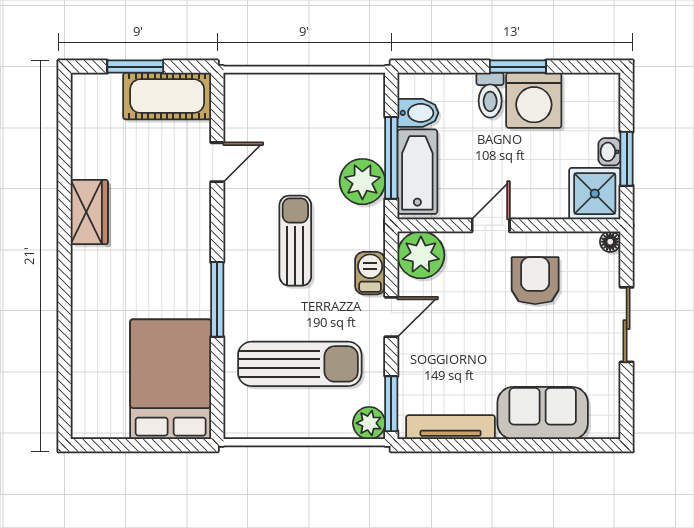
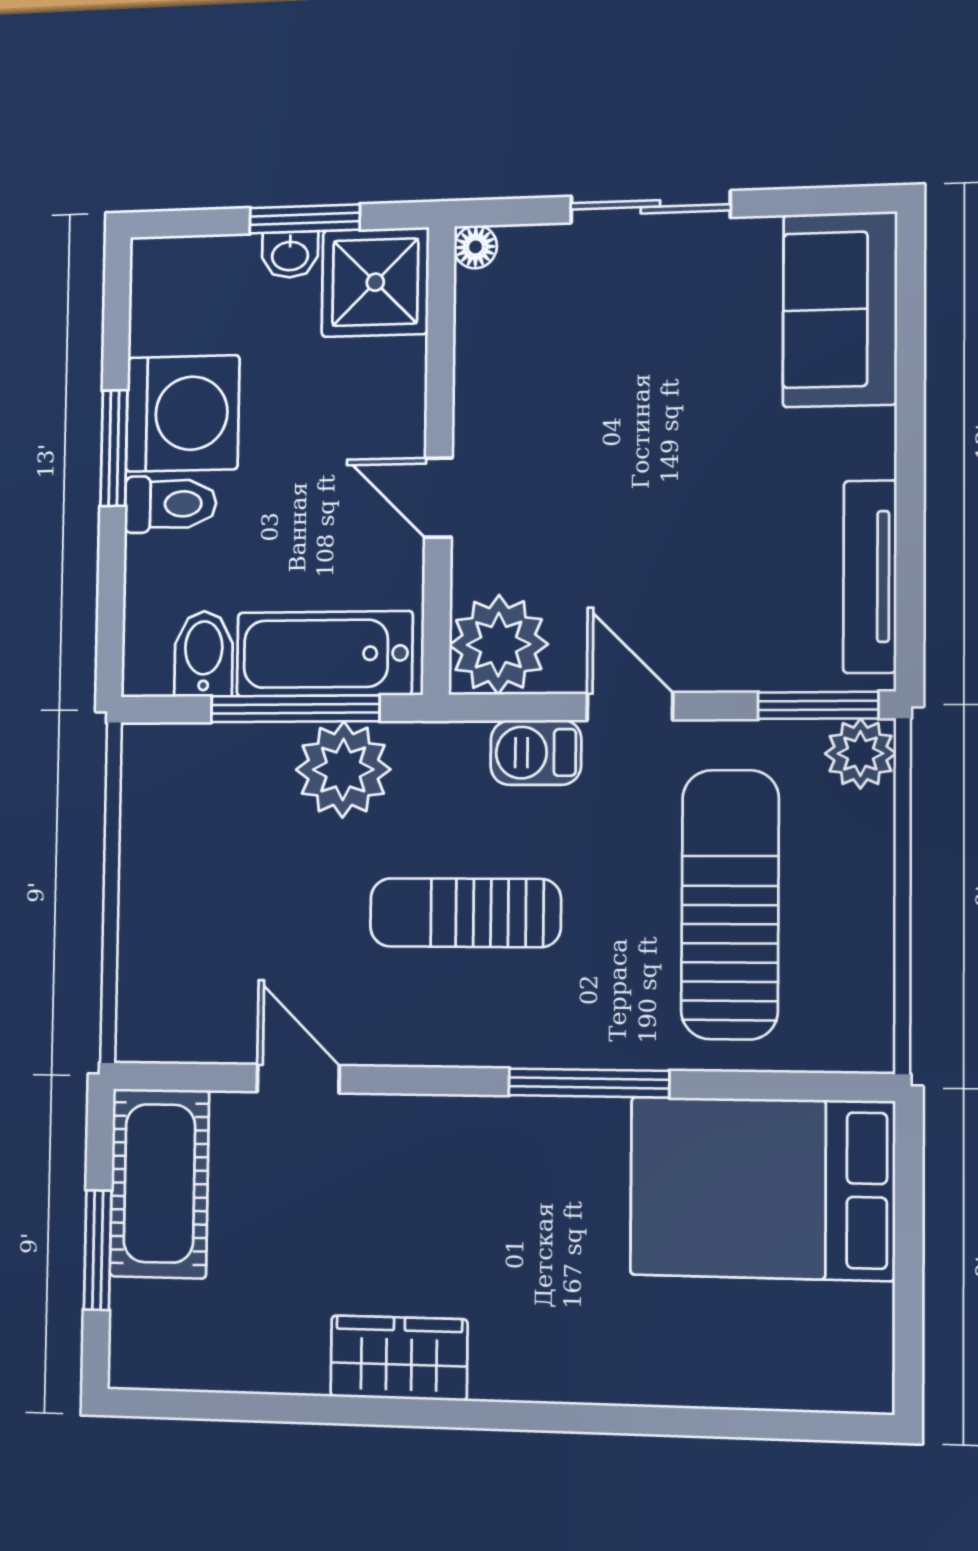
armchair: (535, 281) -> (555, 402), removed
sofa: (543, 413) -> (840, 309), moved

